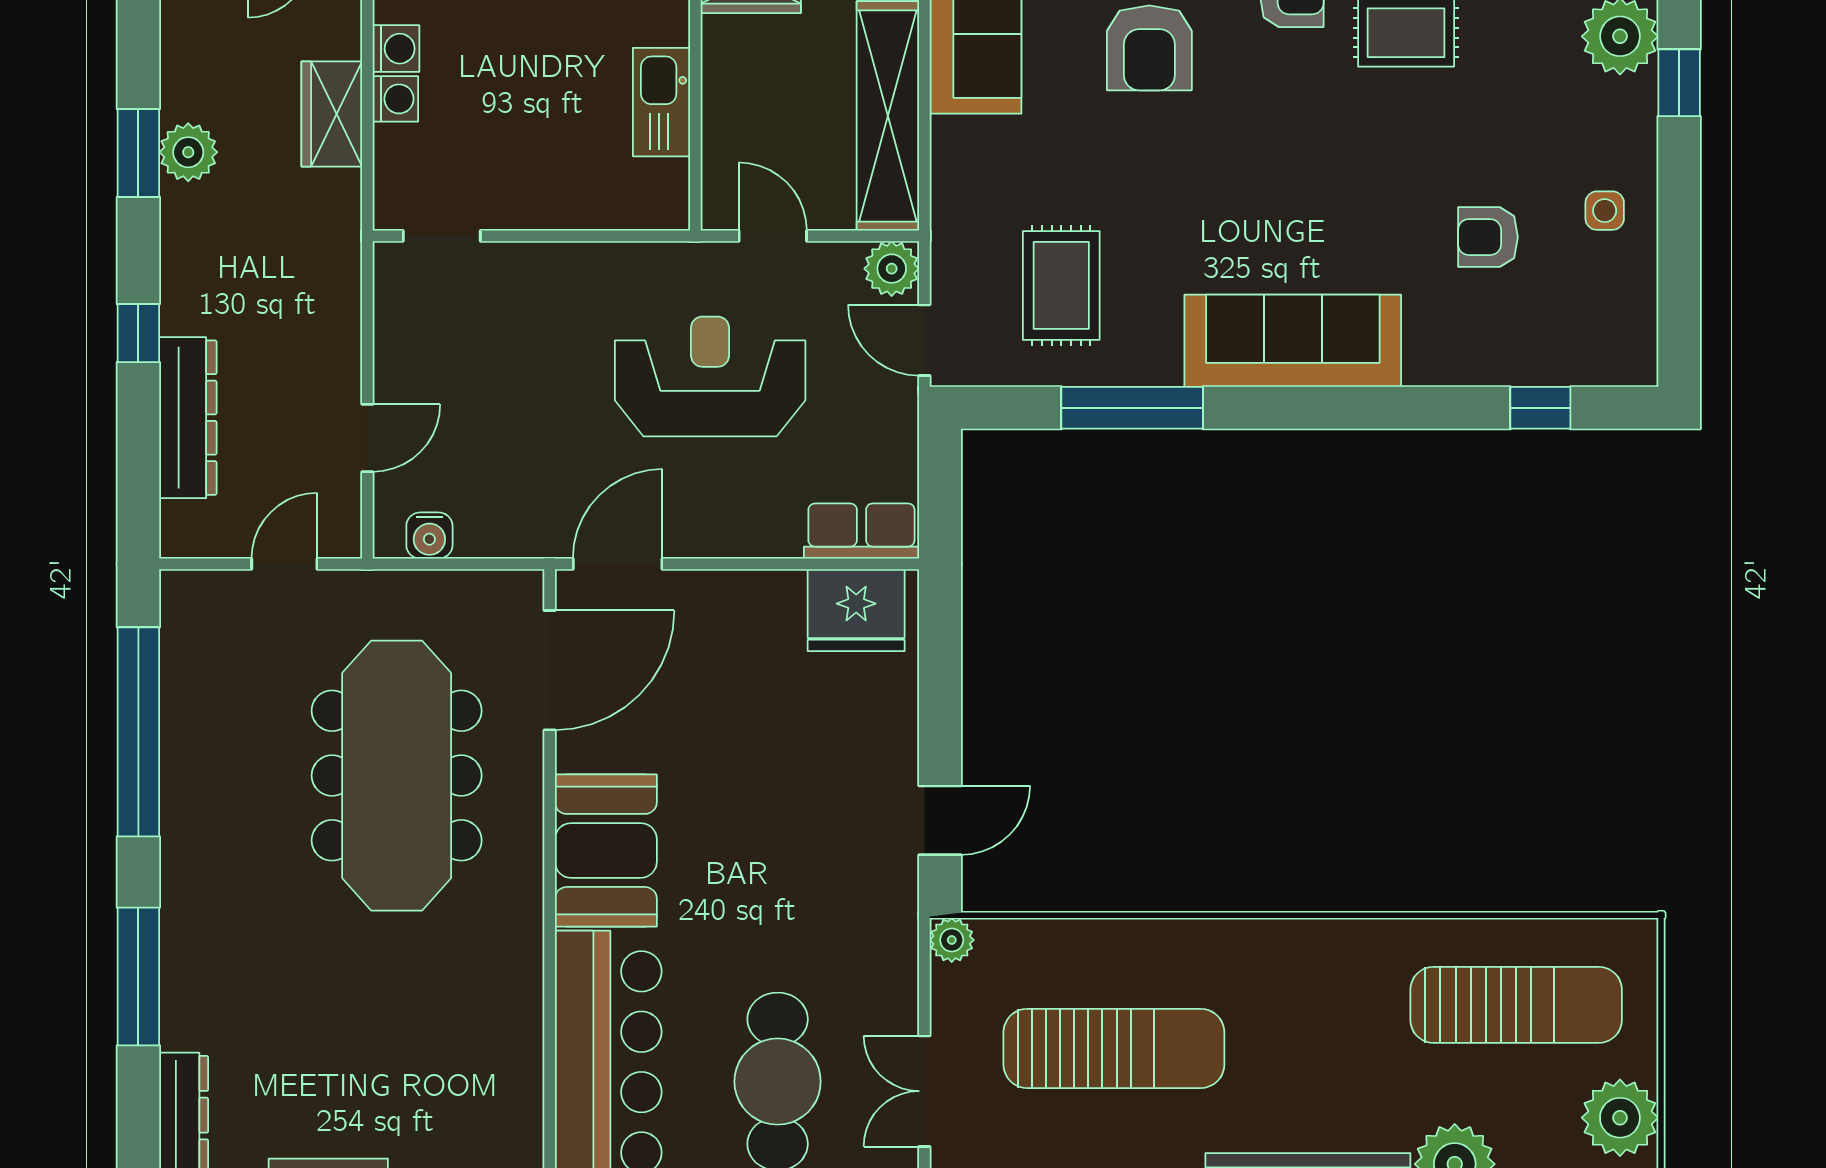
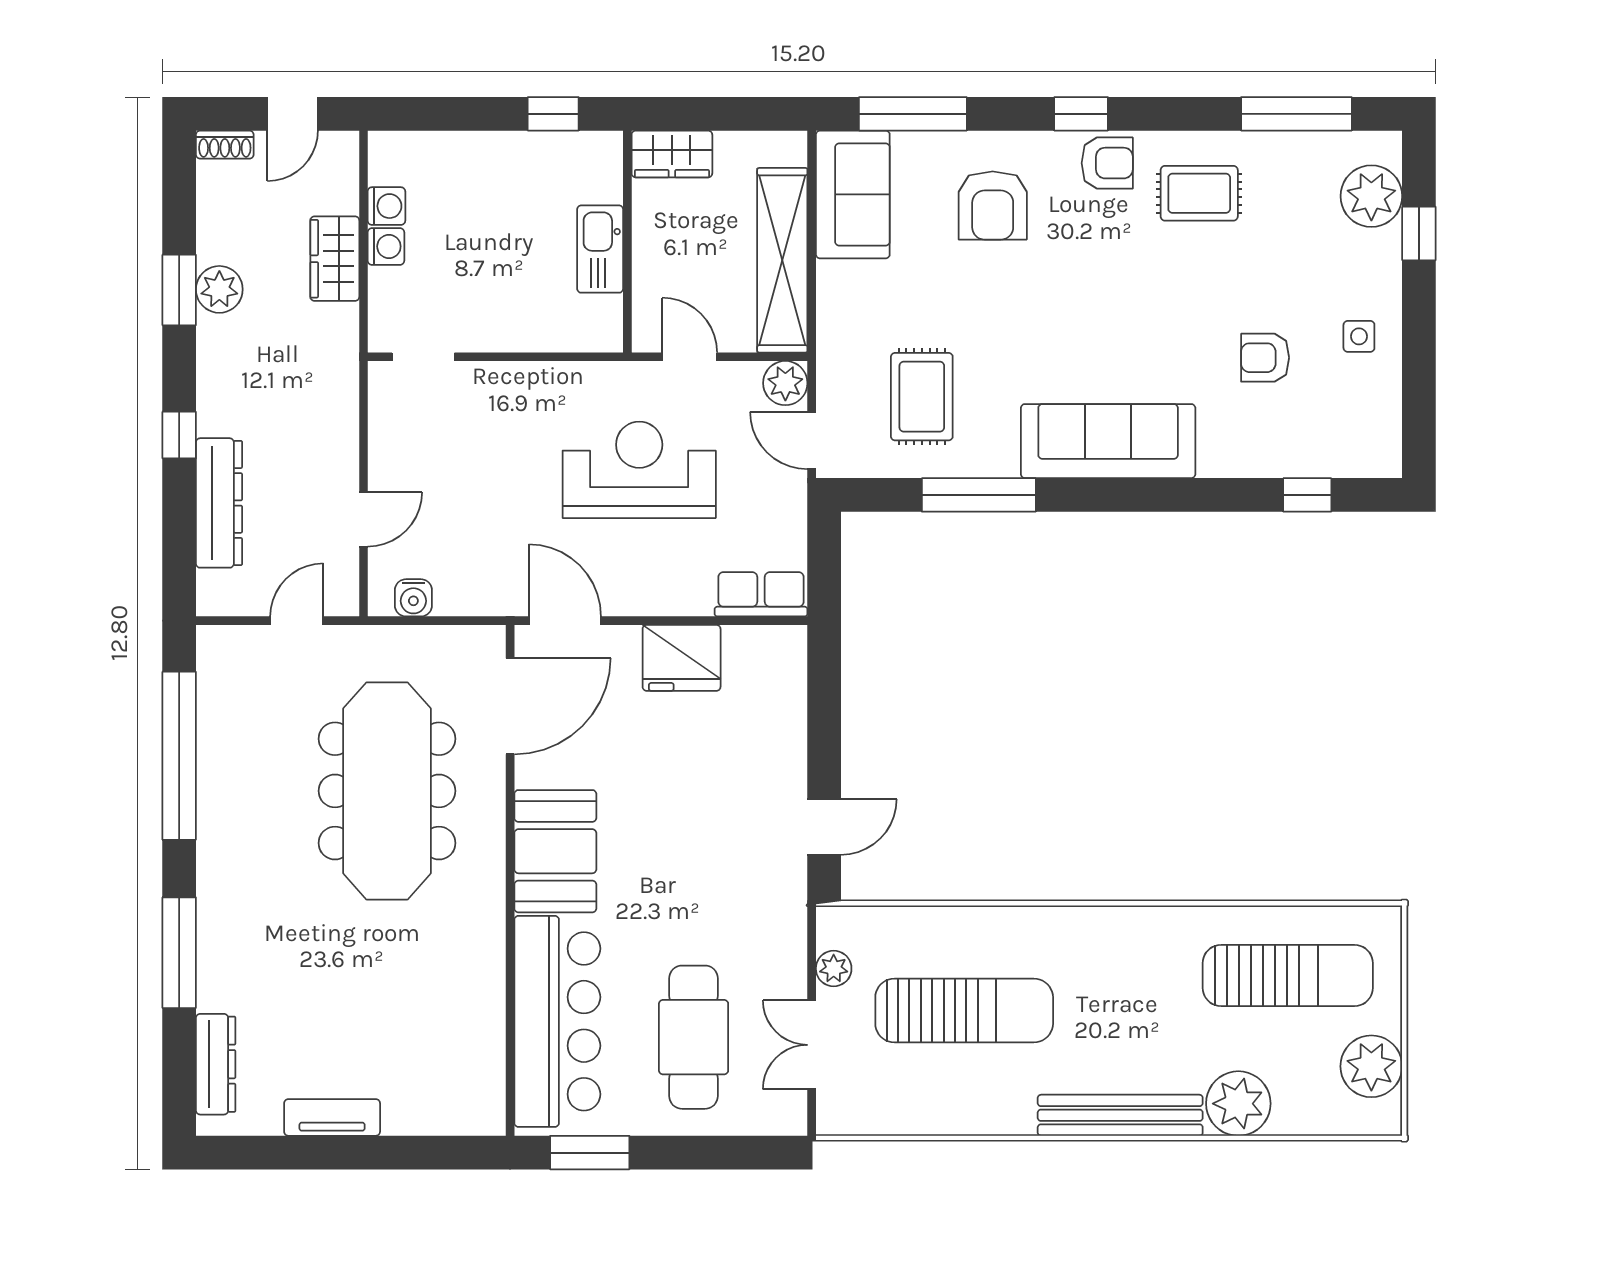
door: (618, 564) -> (565, 621), hinge flipped
fridge: (856, 610) -> (682, 658), moved
plant: (952, 940) -> (834, 969), moved

